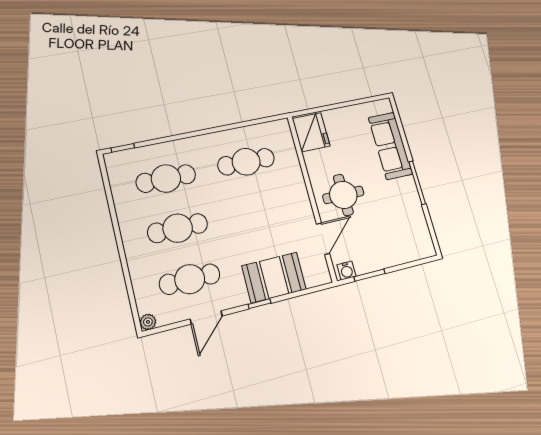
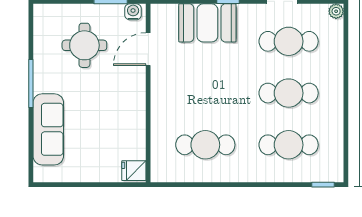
fridge: (311, 132) -> (134, 171), width x0.53, depth x0.75
round table: (343, 195) -> (84, 45), moved

